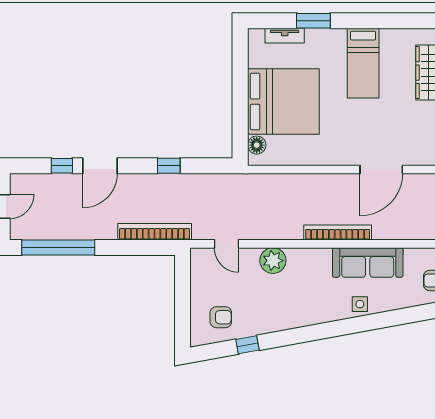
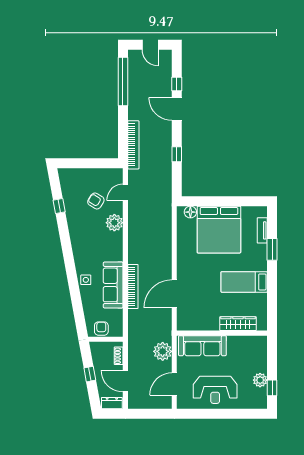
door: (381, 169) -> (174, 294), hinge flipped
bookcase: (338, 232) -> (133, 286), moved
armchair: (221, 317) -> (96, 201), moved, turned 122

